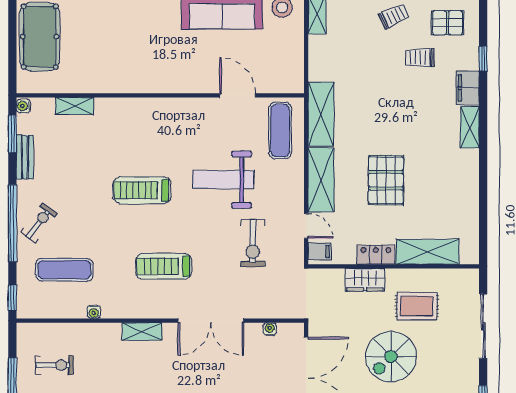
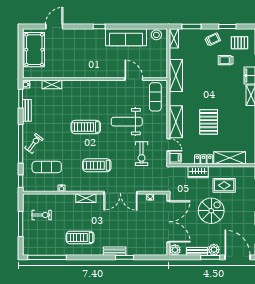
shelving: (321, 114) -> (176, 75), moved
spiral stairs: (391, 357) -> (211, 211), turned 180

